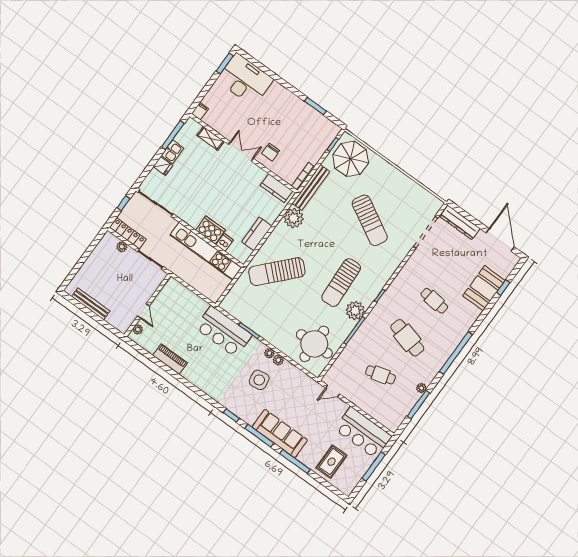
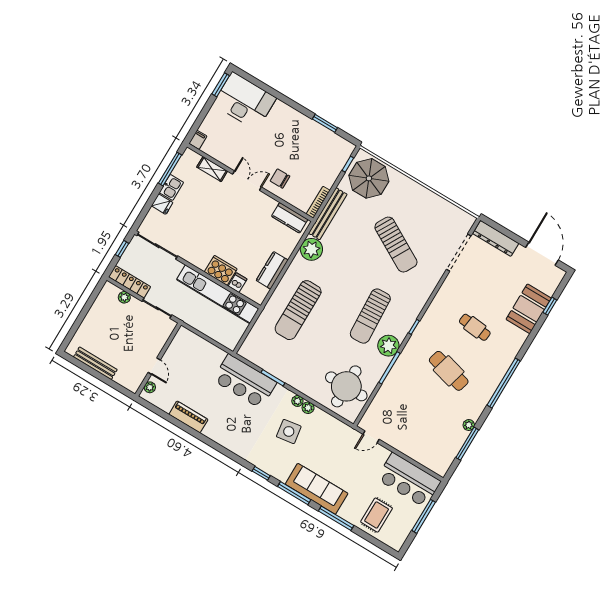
chair: (271, 152) -> (280, 179), turned 90
sun lounger: (277, 272) -> (298, 310), turned -43
cafe table: (381, 375) -> (422, 414), removed

